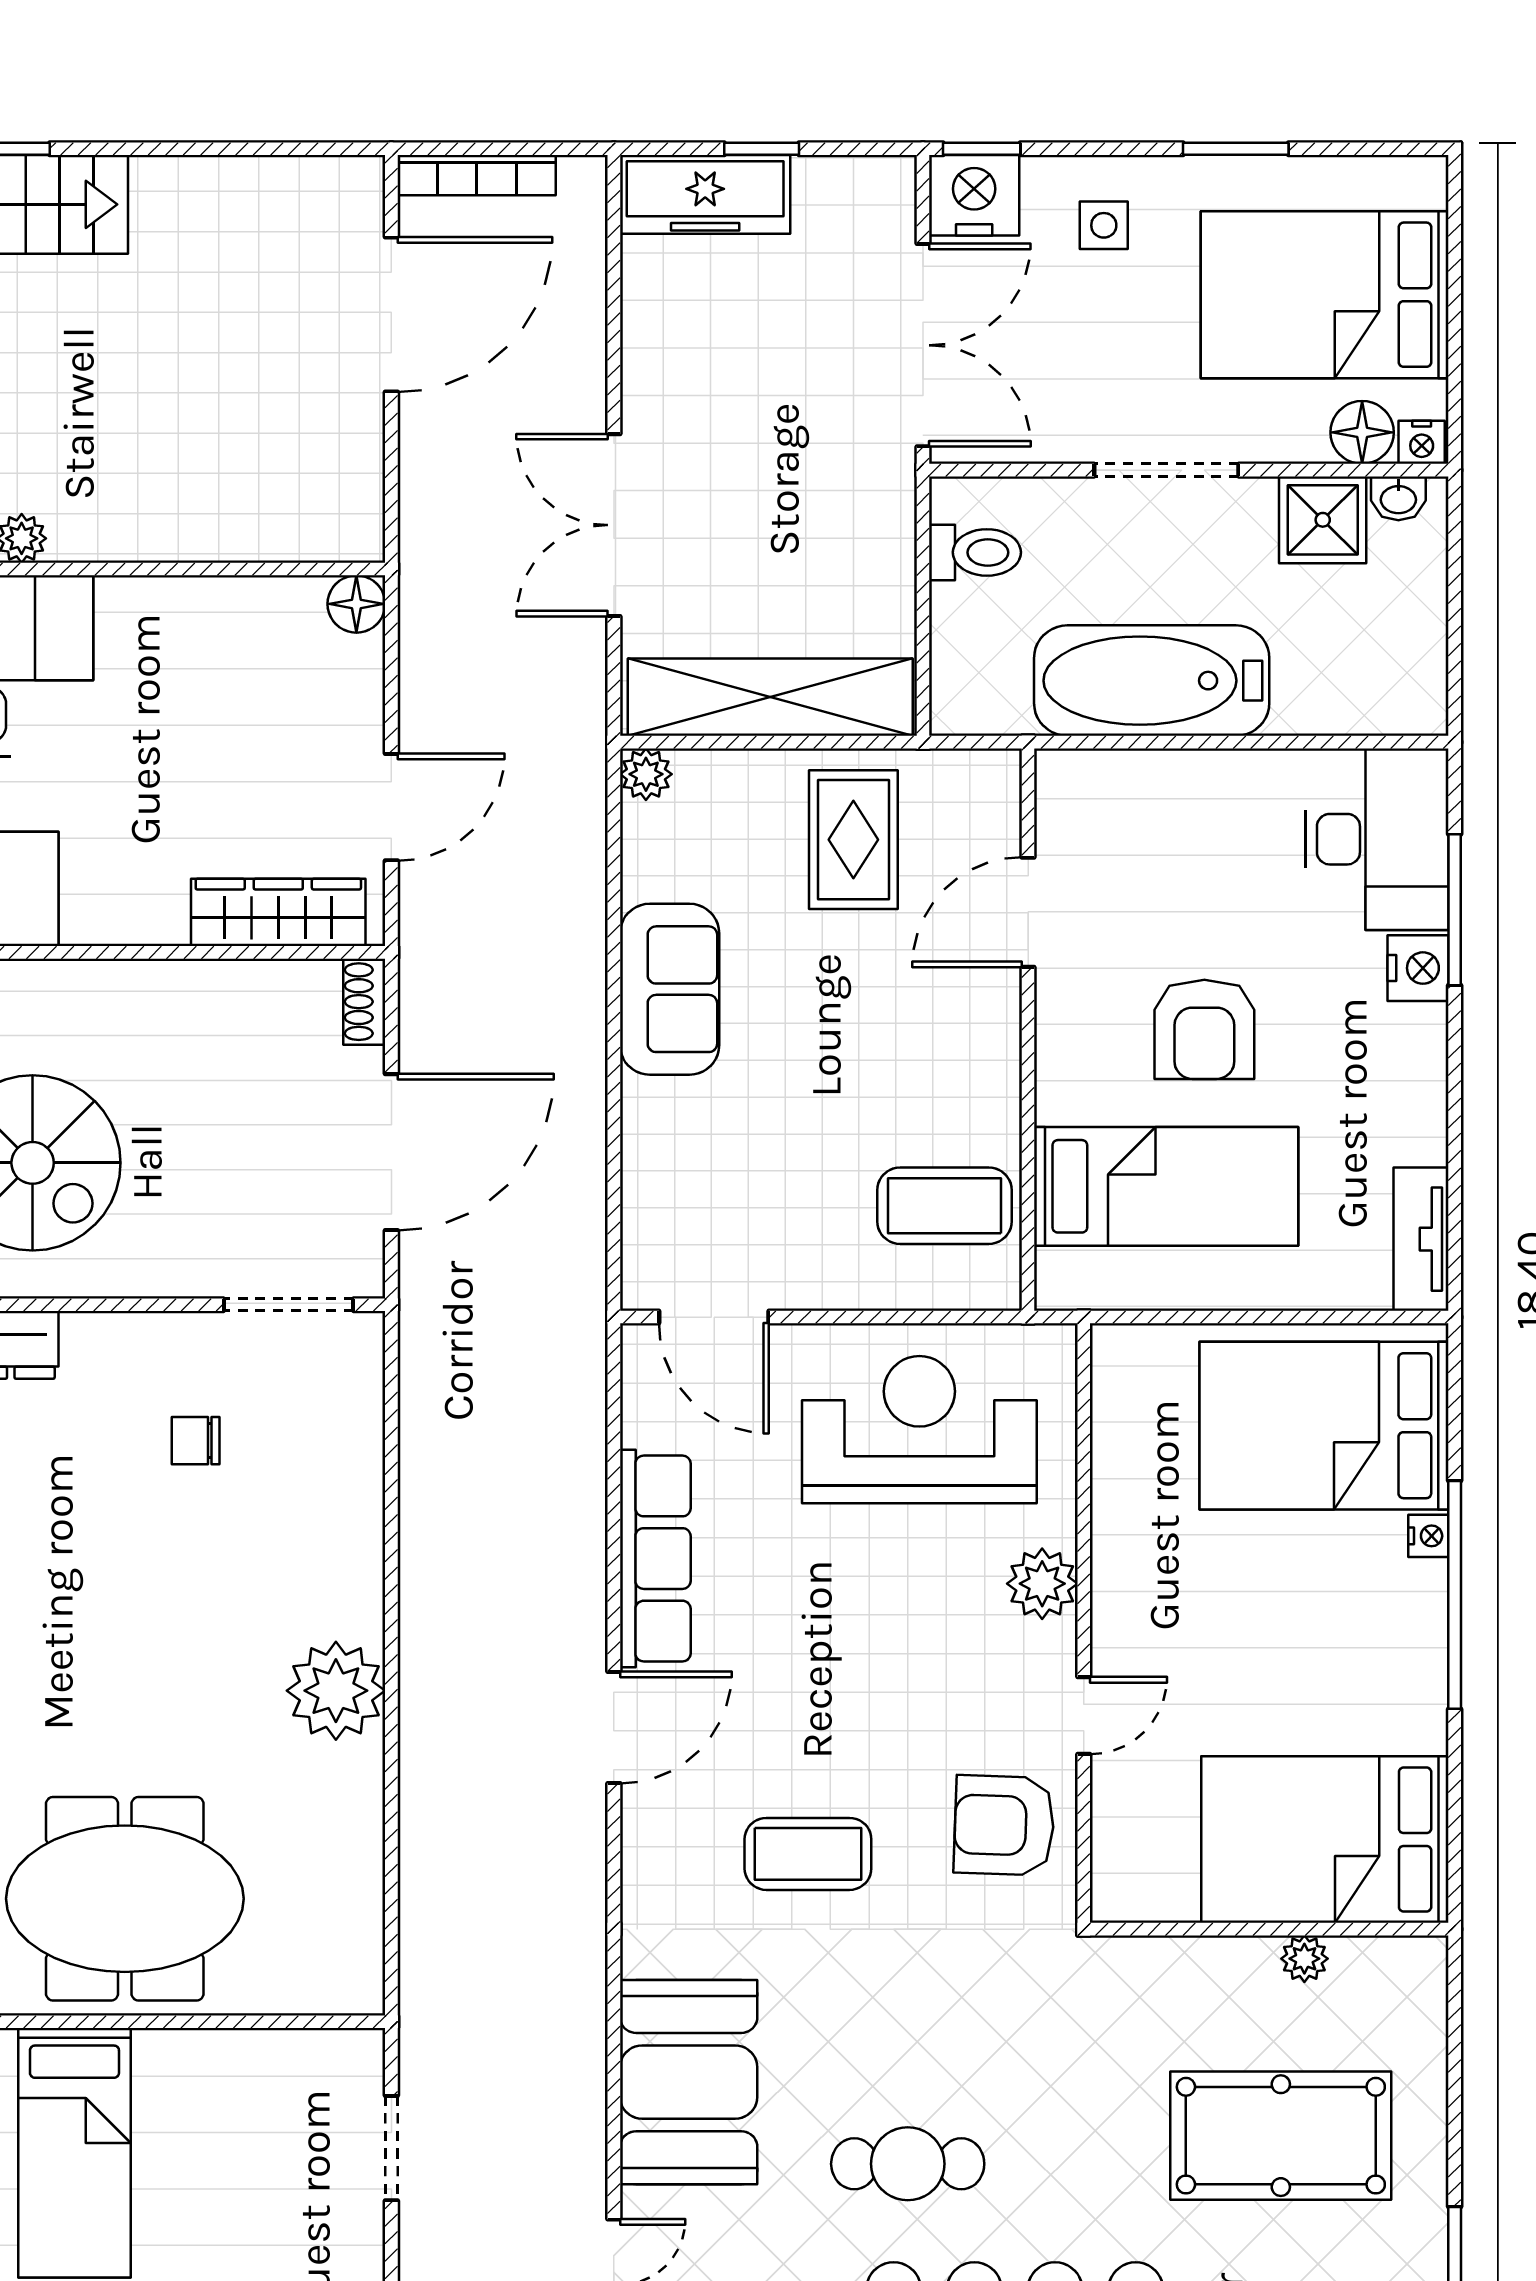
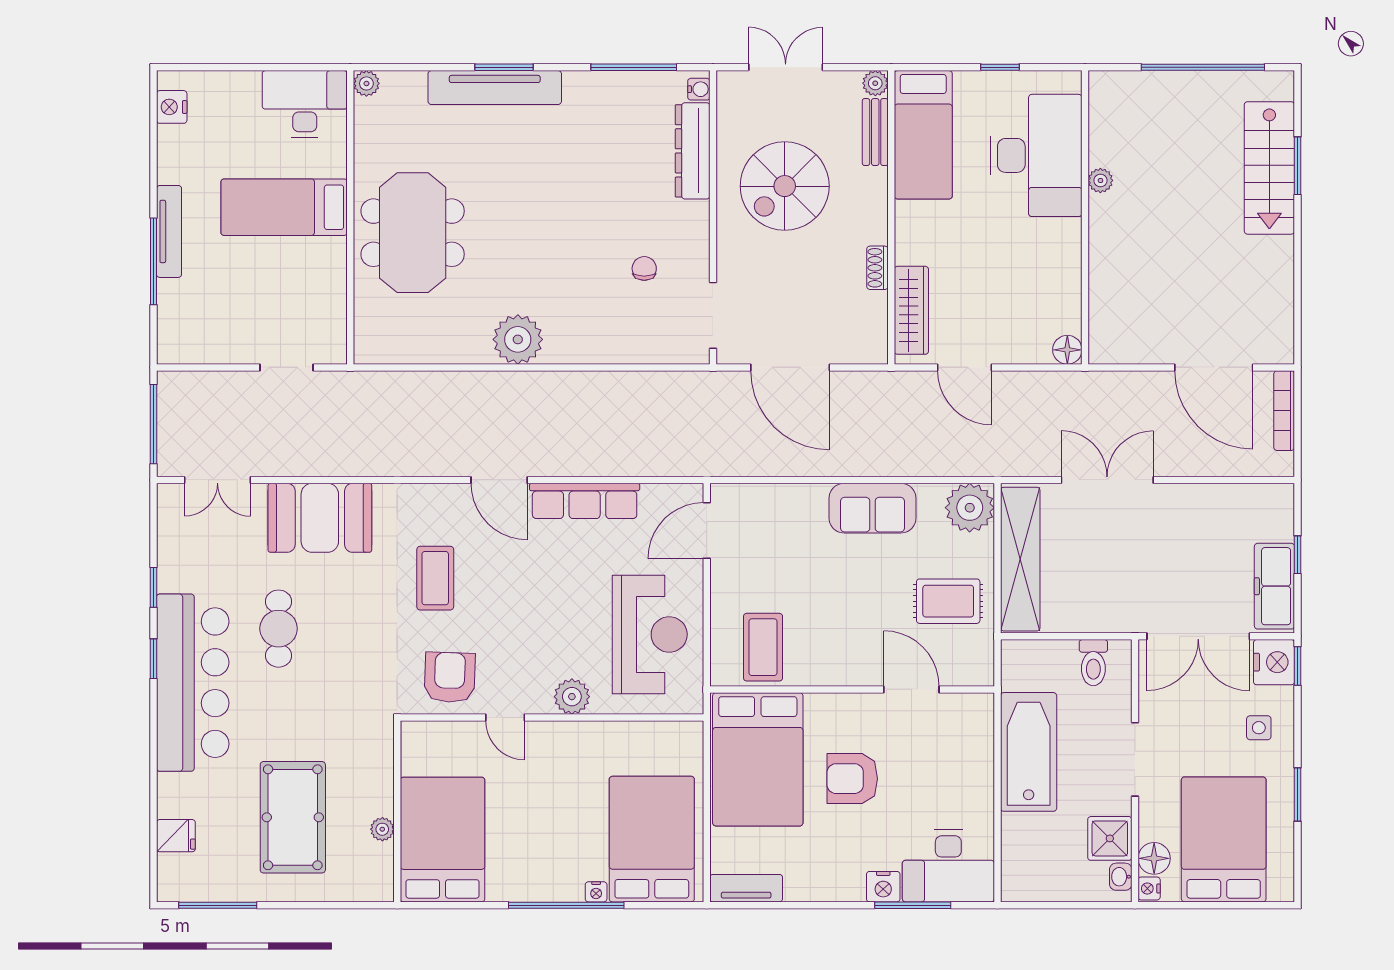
freezer: (705, 194) -> (1274, 586), moved
plant: (646, 774) -> (970, 508), width x1.87, depth x1.87
shoe rack: (364, 1002) -> (877, 268), moved, turned -90
bed: (1166, 1186) -> (758, 759), width x1.50

